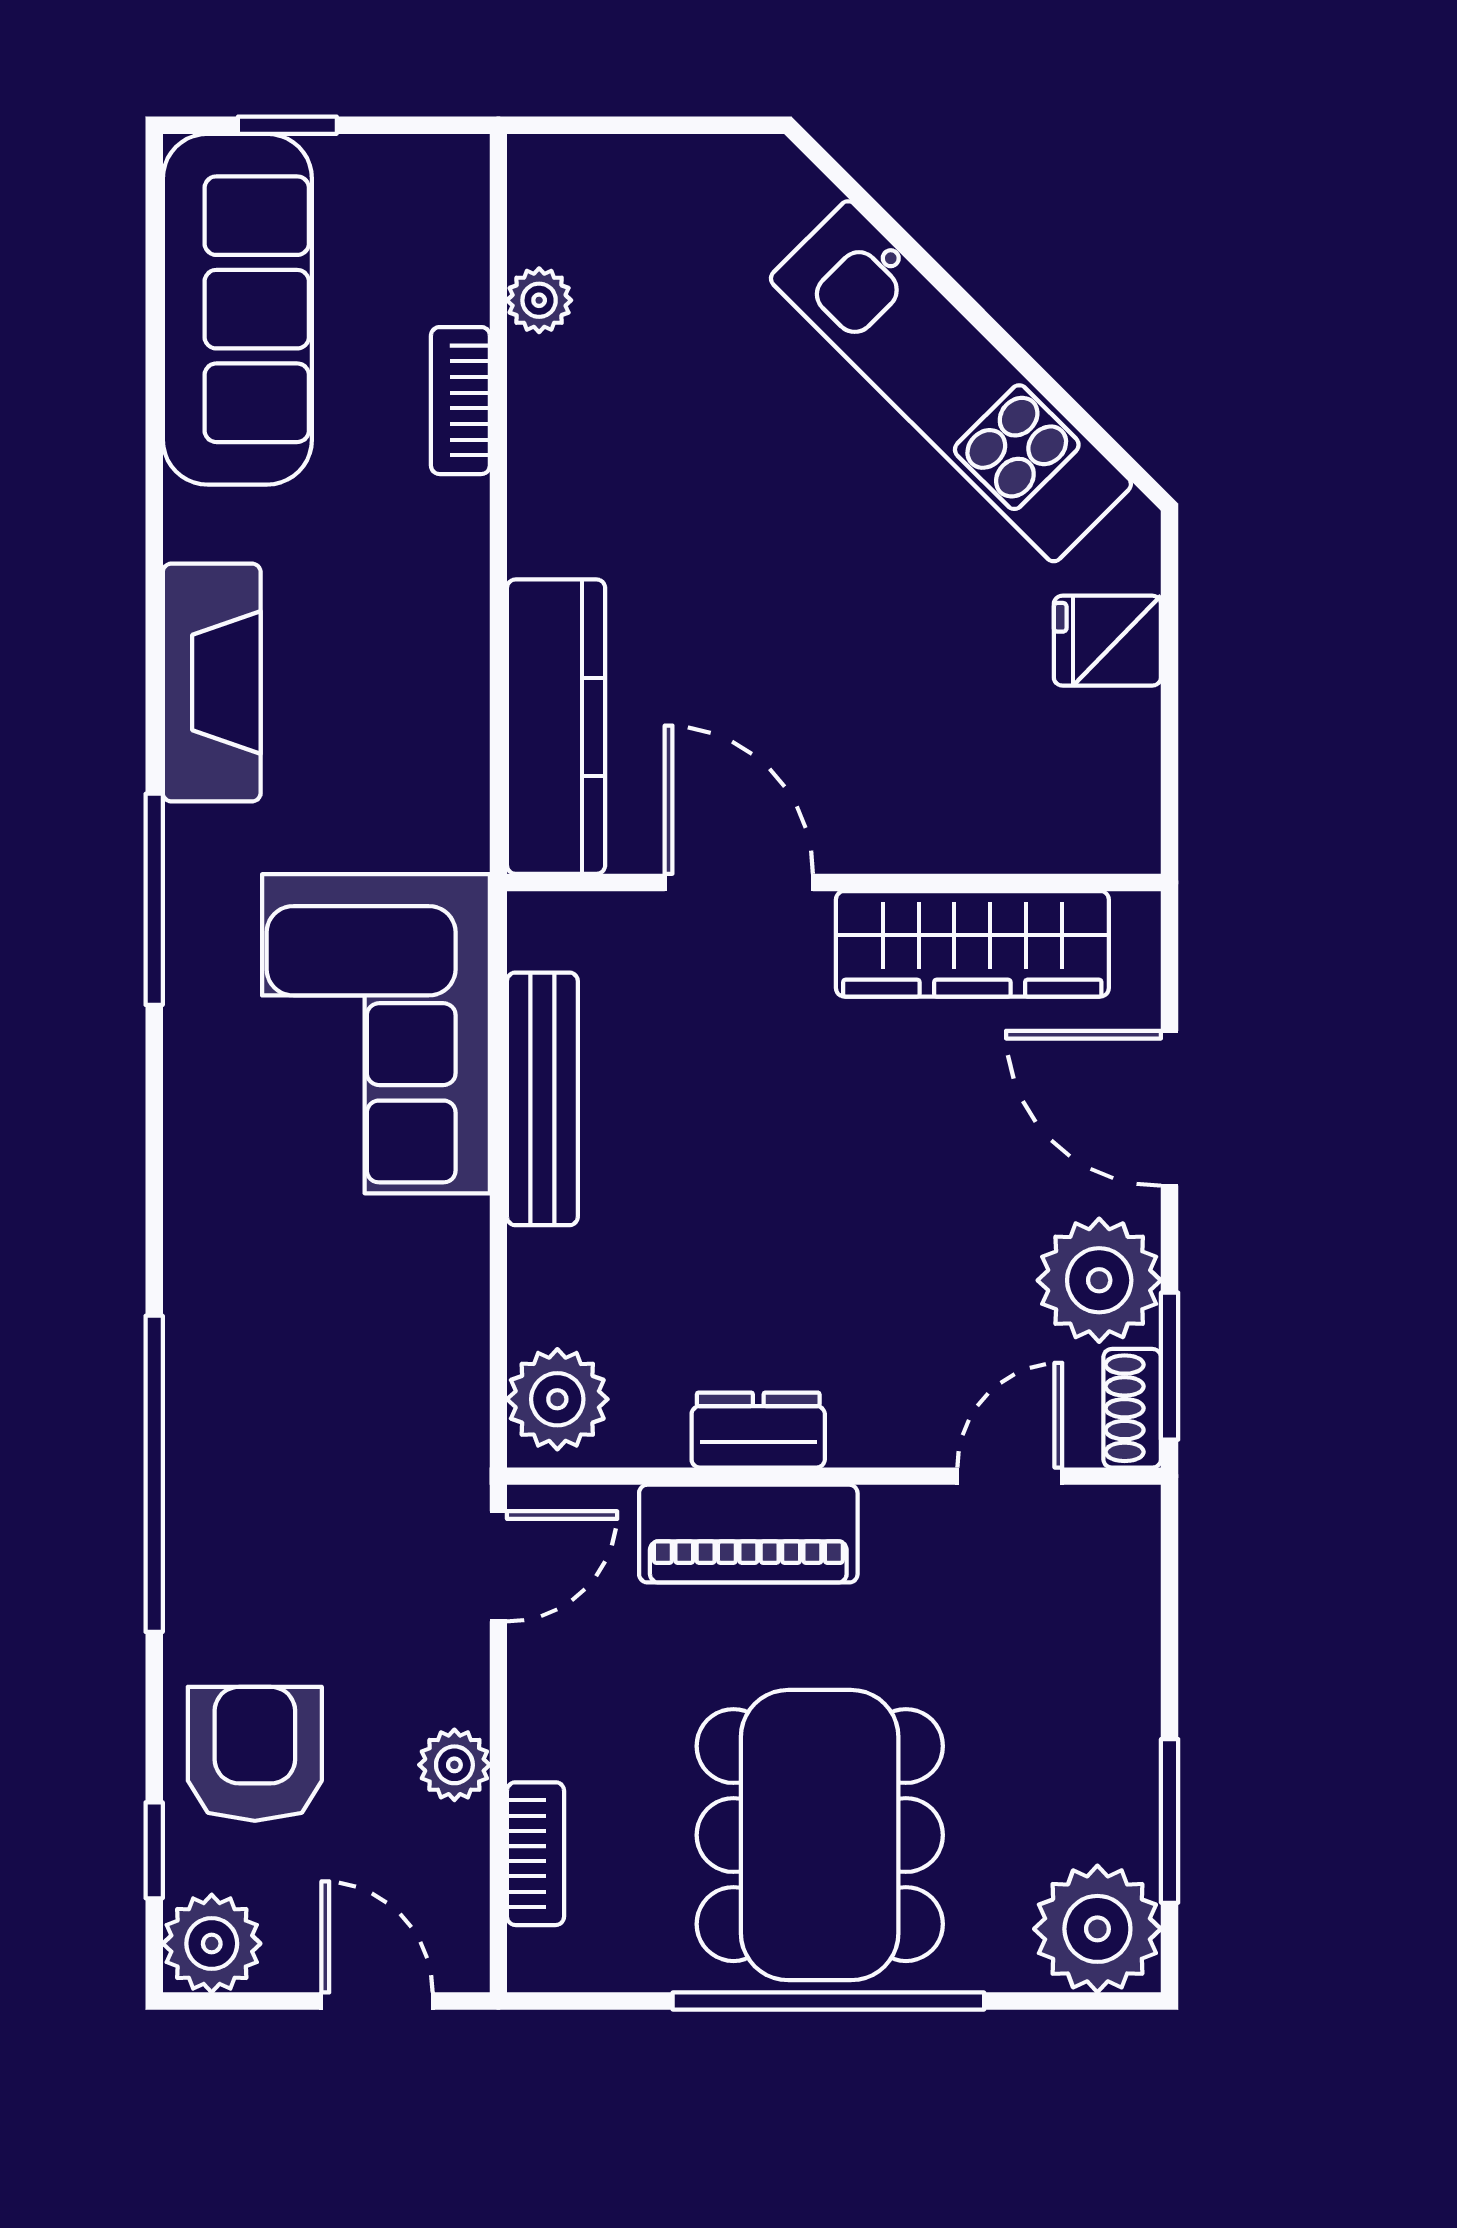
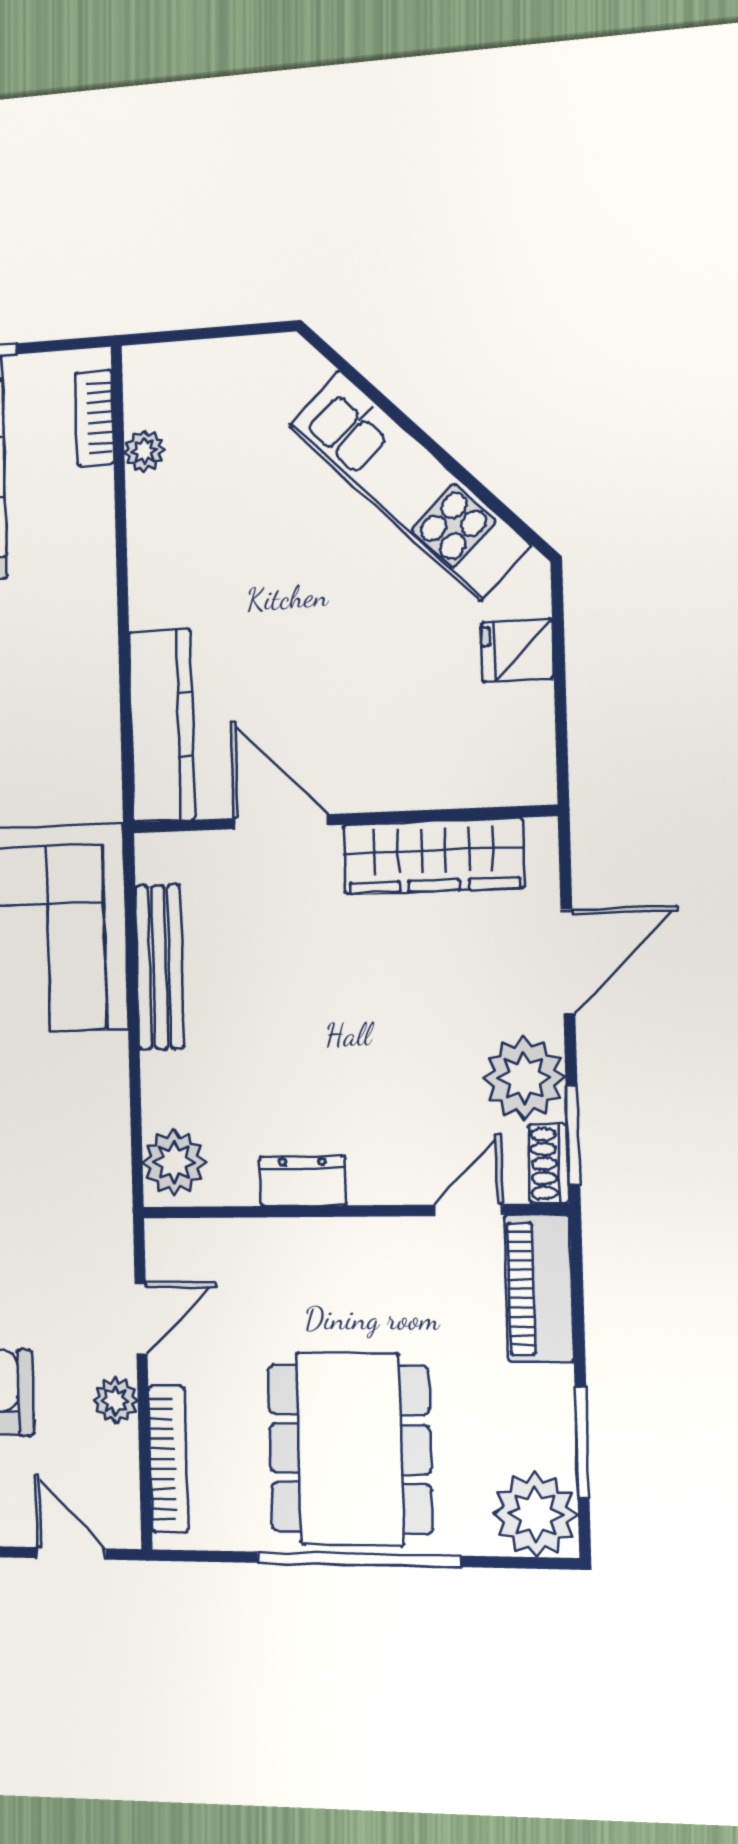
bookcase: (460, 401) -> (94, 418), moved
door: (1170, 1108) -> (568, 962), swing flipped
piano: (748, 1534) -> (539, 1289), moved, turned 90
door: (498, 1566) -> (141, 1318), moved
bookcase: (536, 1854) -> (168, 1459), width x1.56

